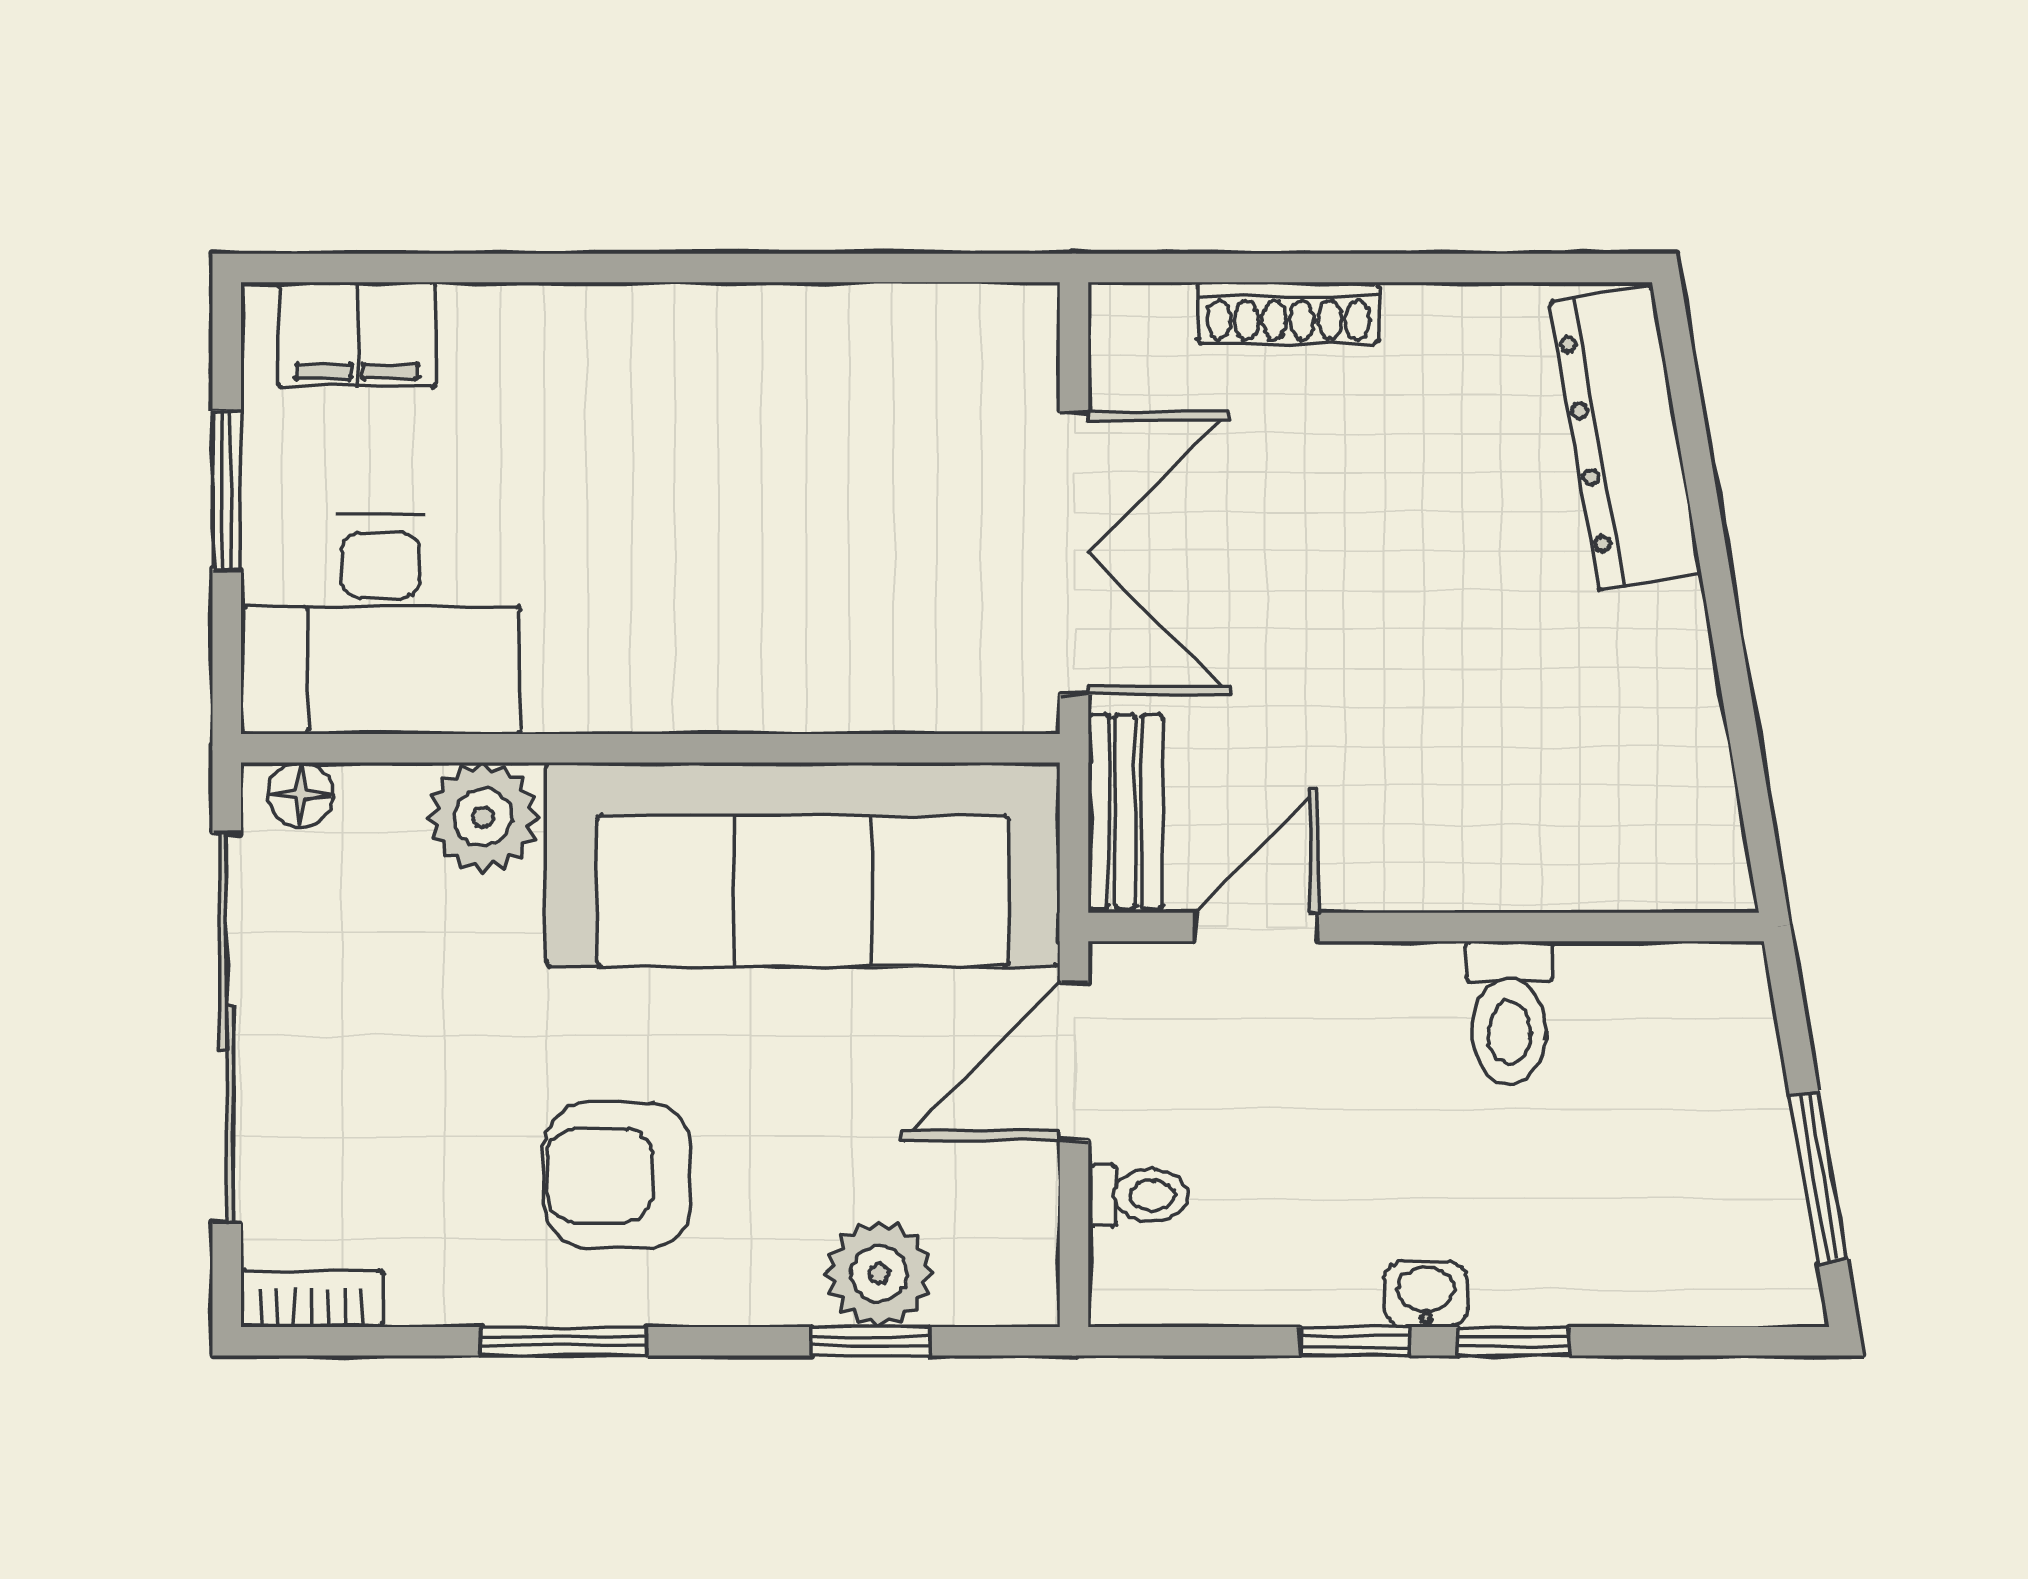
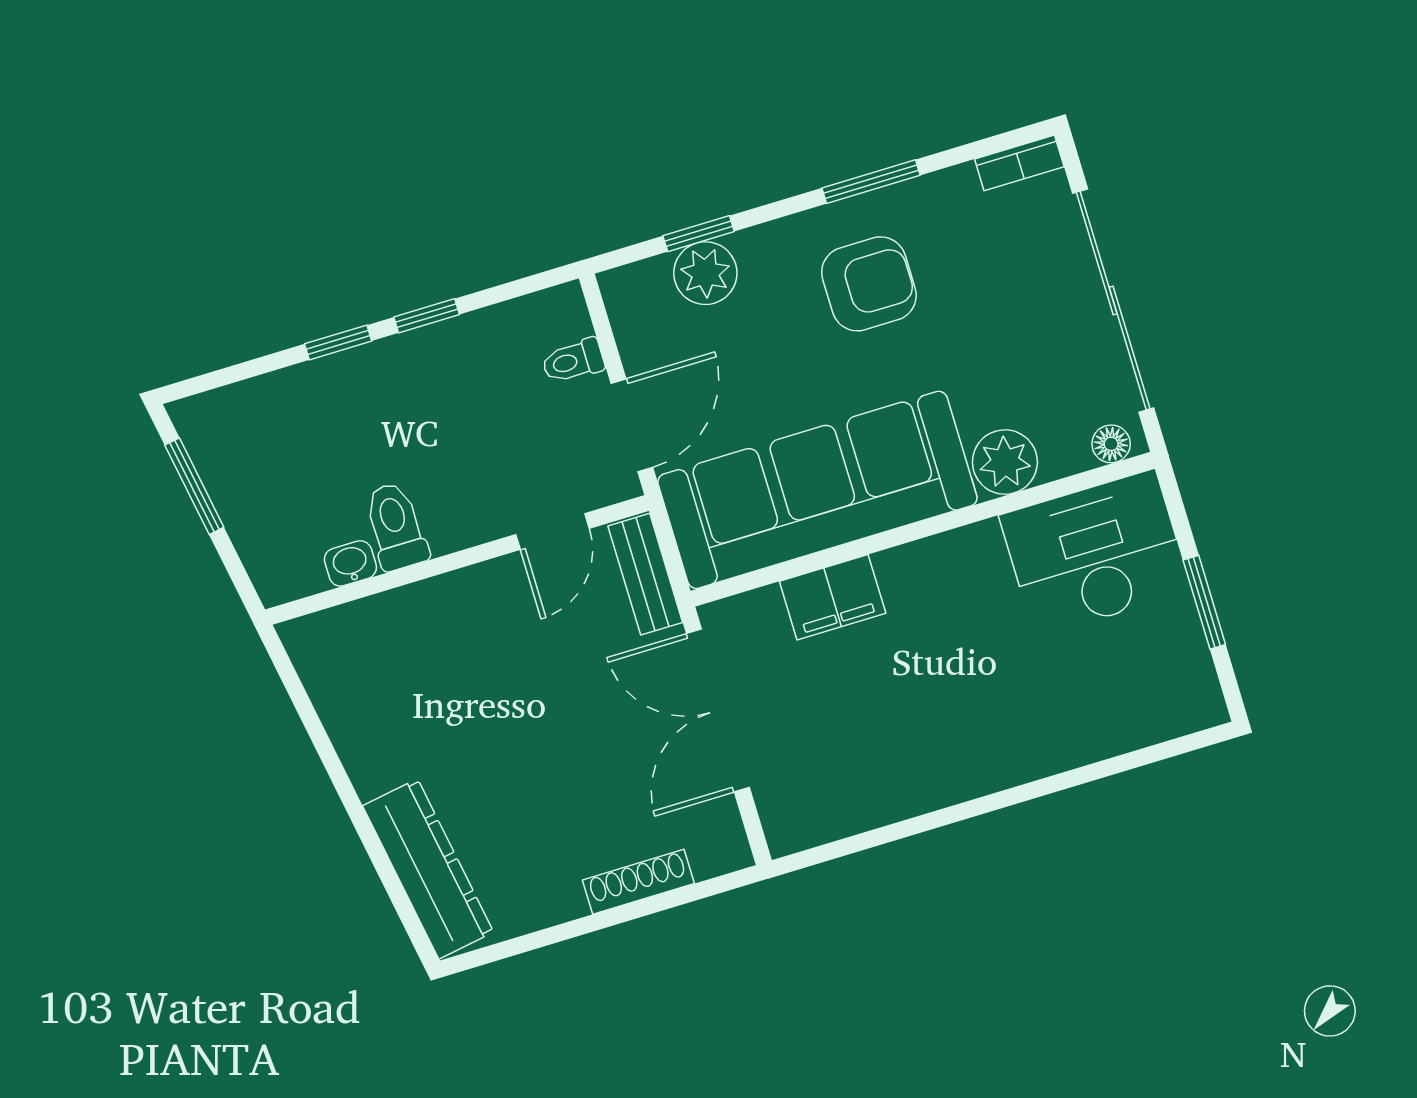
filing cabinet: (357, 335) -> (833, 597), moved, turned 180
washbasin: (1426, 1294) -> (350, 563), moved, turned 180

